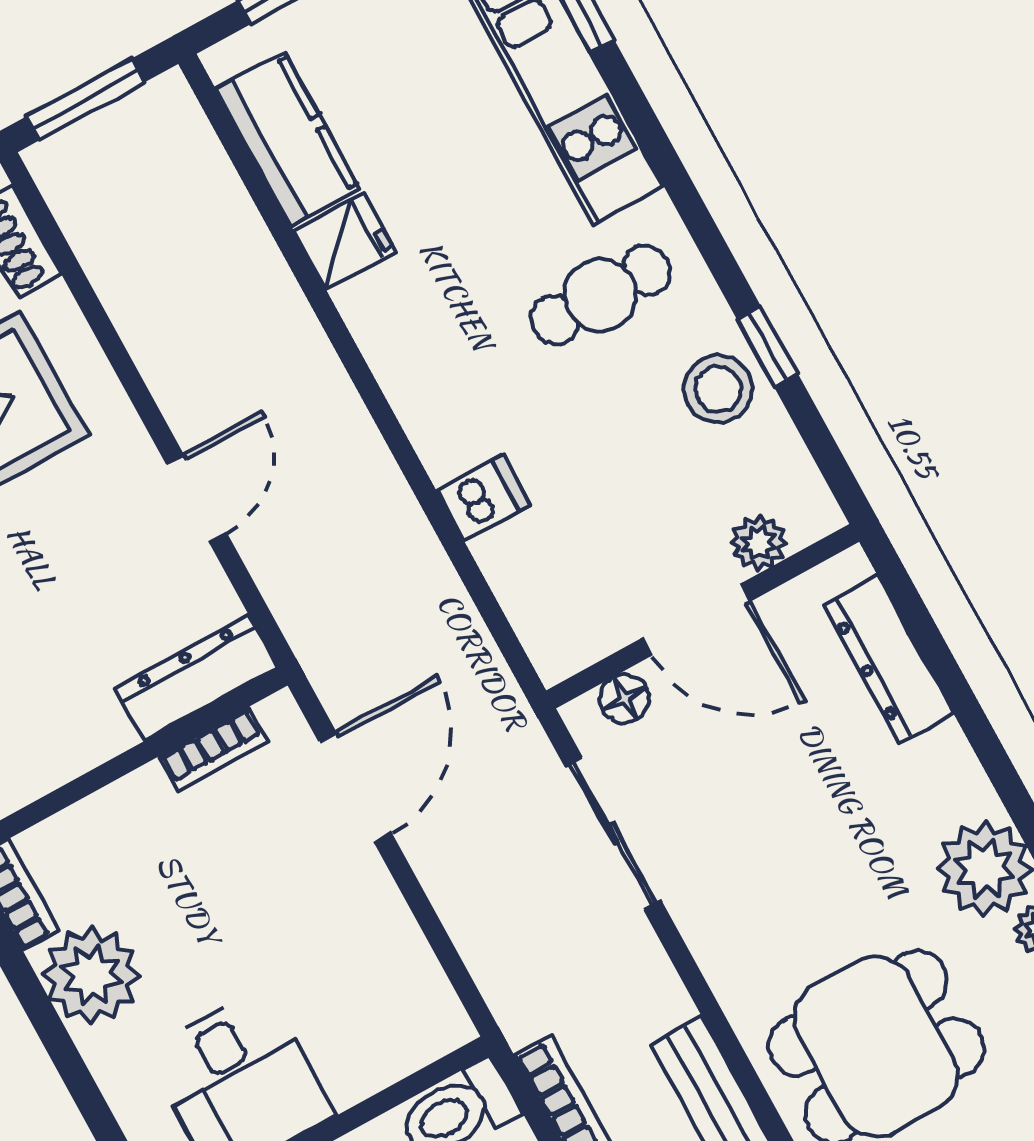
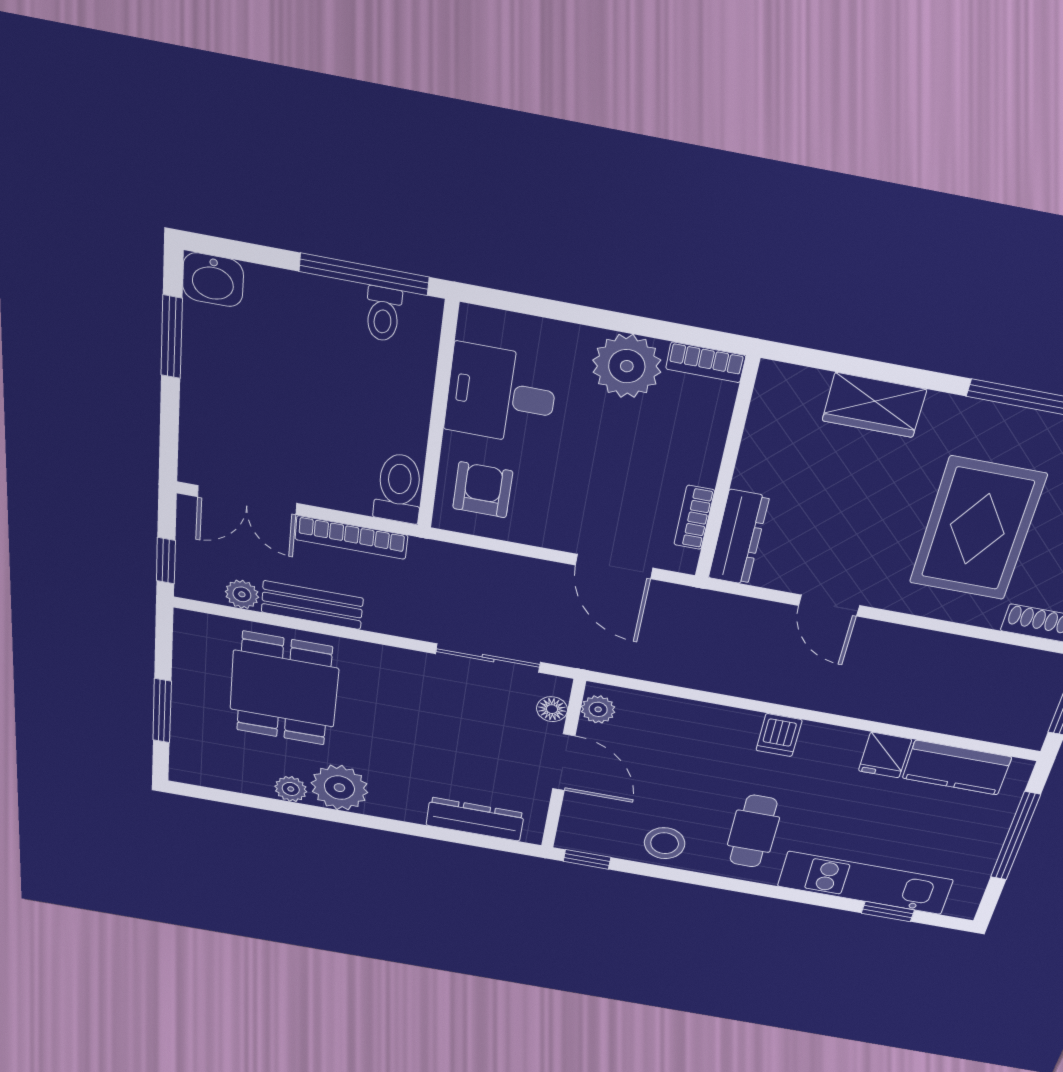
window: (767, 346) -> (587, 859), moved
dishwasher: (483, 498) -> (779, 735), moved
plant: (759, 543) -> (598, 709), moved
door: (696, 620) -> (564, 762), swing flipped
armchair: (379, 1014) -> (483, 490), added

